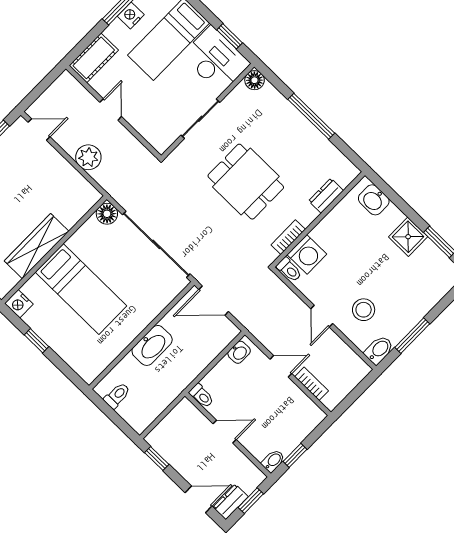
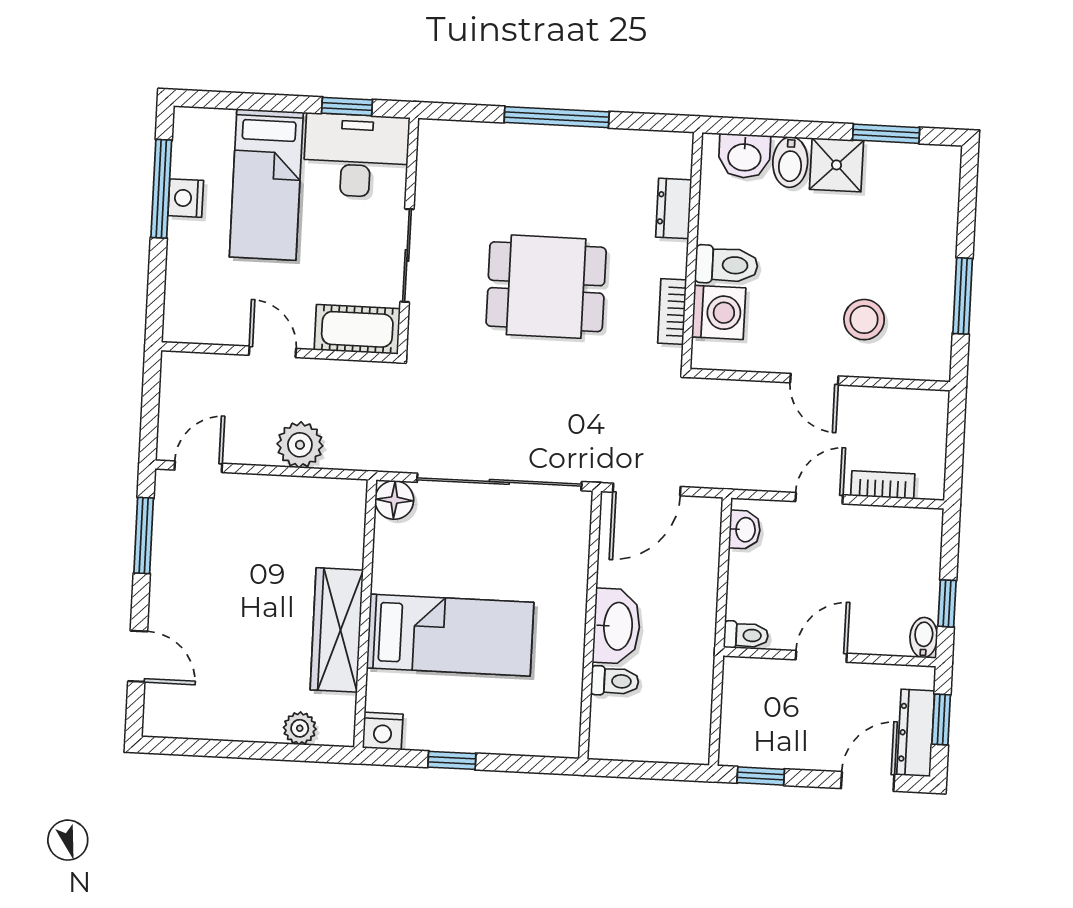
cot: (94, 58) -> (357, 329), moved, turned 90
floor lamp: (255, 80) -> (435, 137), removed
toilet: (289, 270) -> (726, 265), moved, width x1.37, depth x1.39
bidet: (379, 350) -> (790, 162), moved, turned 180
toilet: (117, 396) -> (615, 681), moved, turned 90
dresser: (231, 502) -> (916, 733), width x1.44

